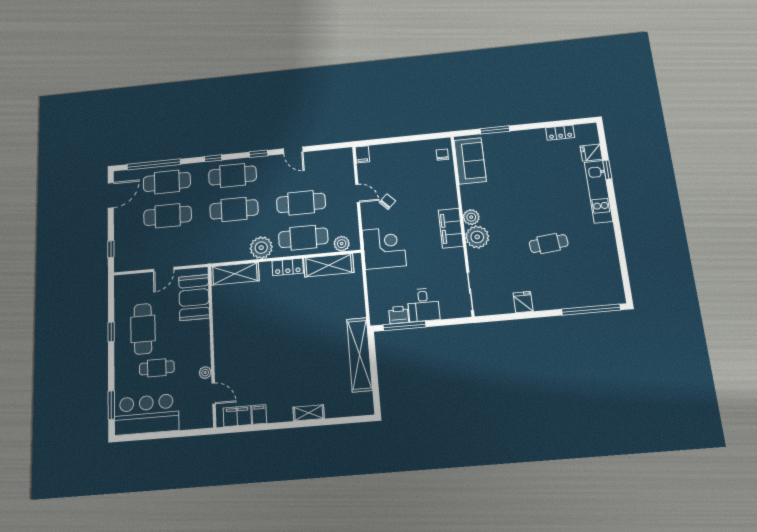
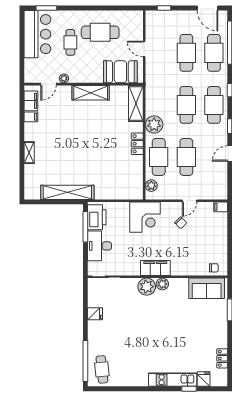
cafe table: (549, 244) -> (102, 369), moved
shelving: (329, 265) -> (91, 93), moved, turned 90
desk: (423, 305) -> (100, 246), width x1.37
printer: (399, 315) -> (97, 217), width x1.87, depth x1.48
window: (111, 332) -> (100, 8), removed

